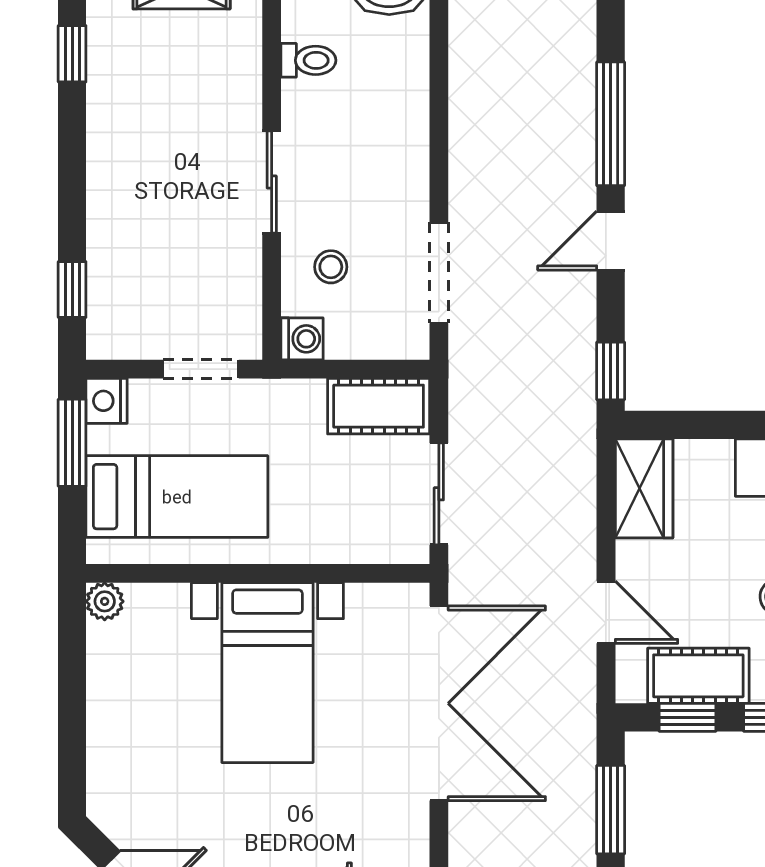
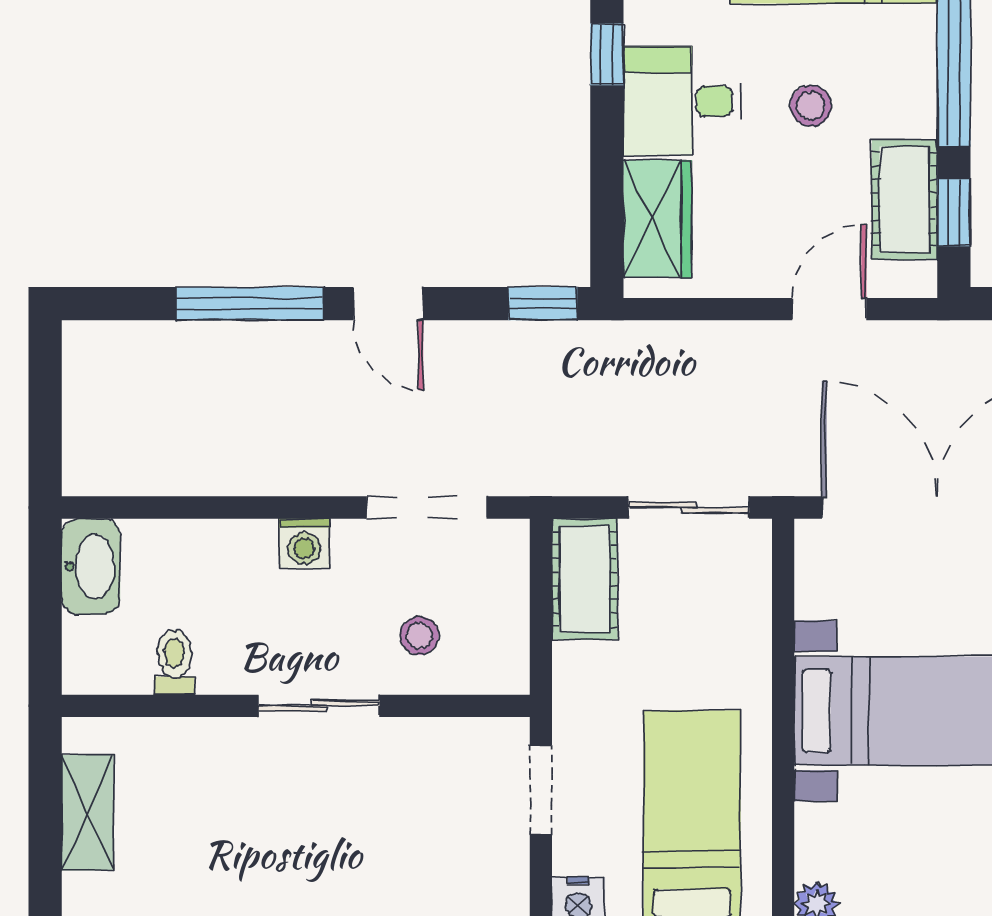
washing machine: (302, 339) -> (304, 543), moved, turned 180
wardrobe: (644, 488) -> (658, 219), moved, turned 90

